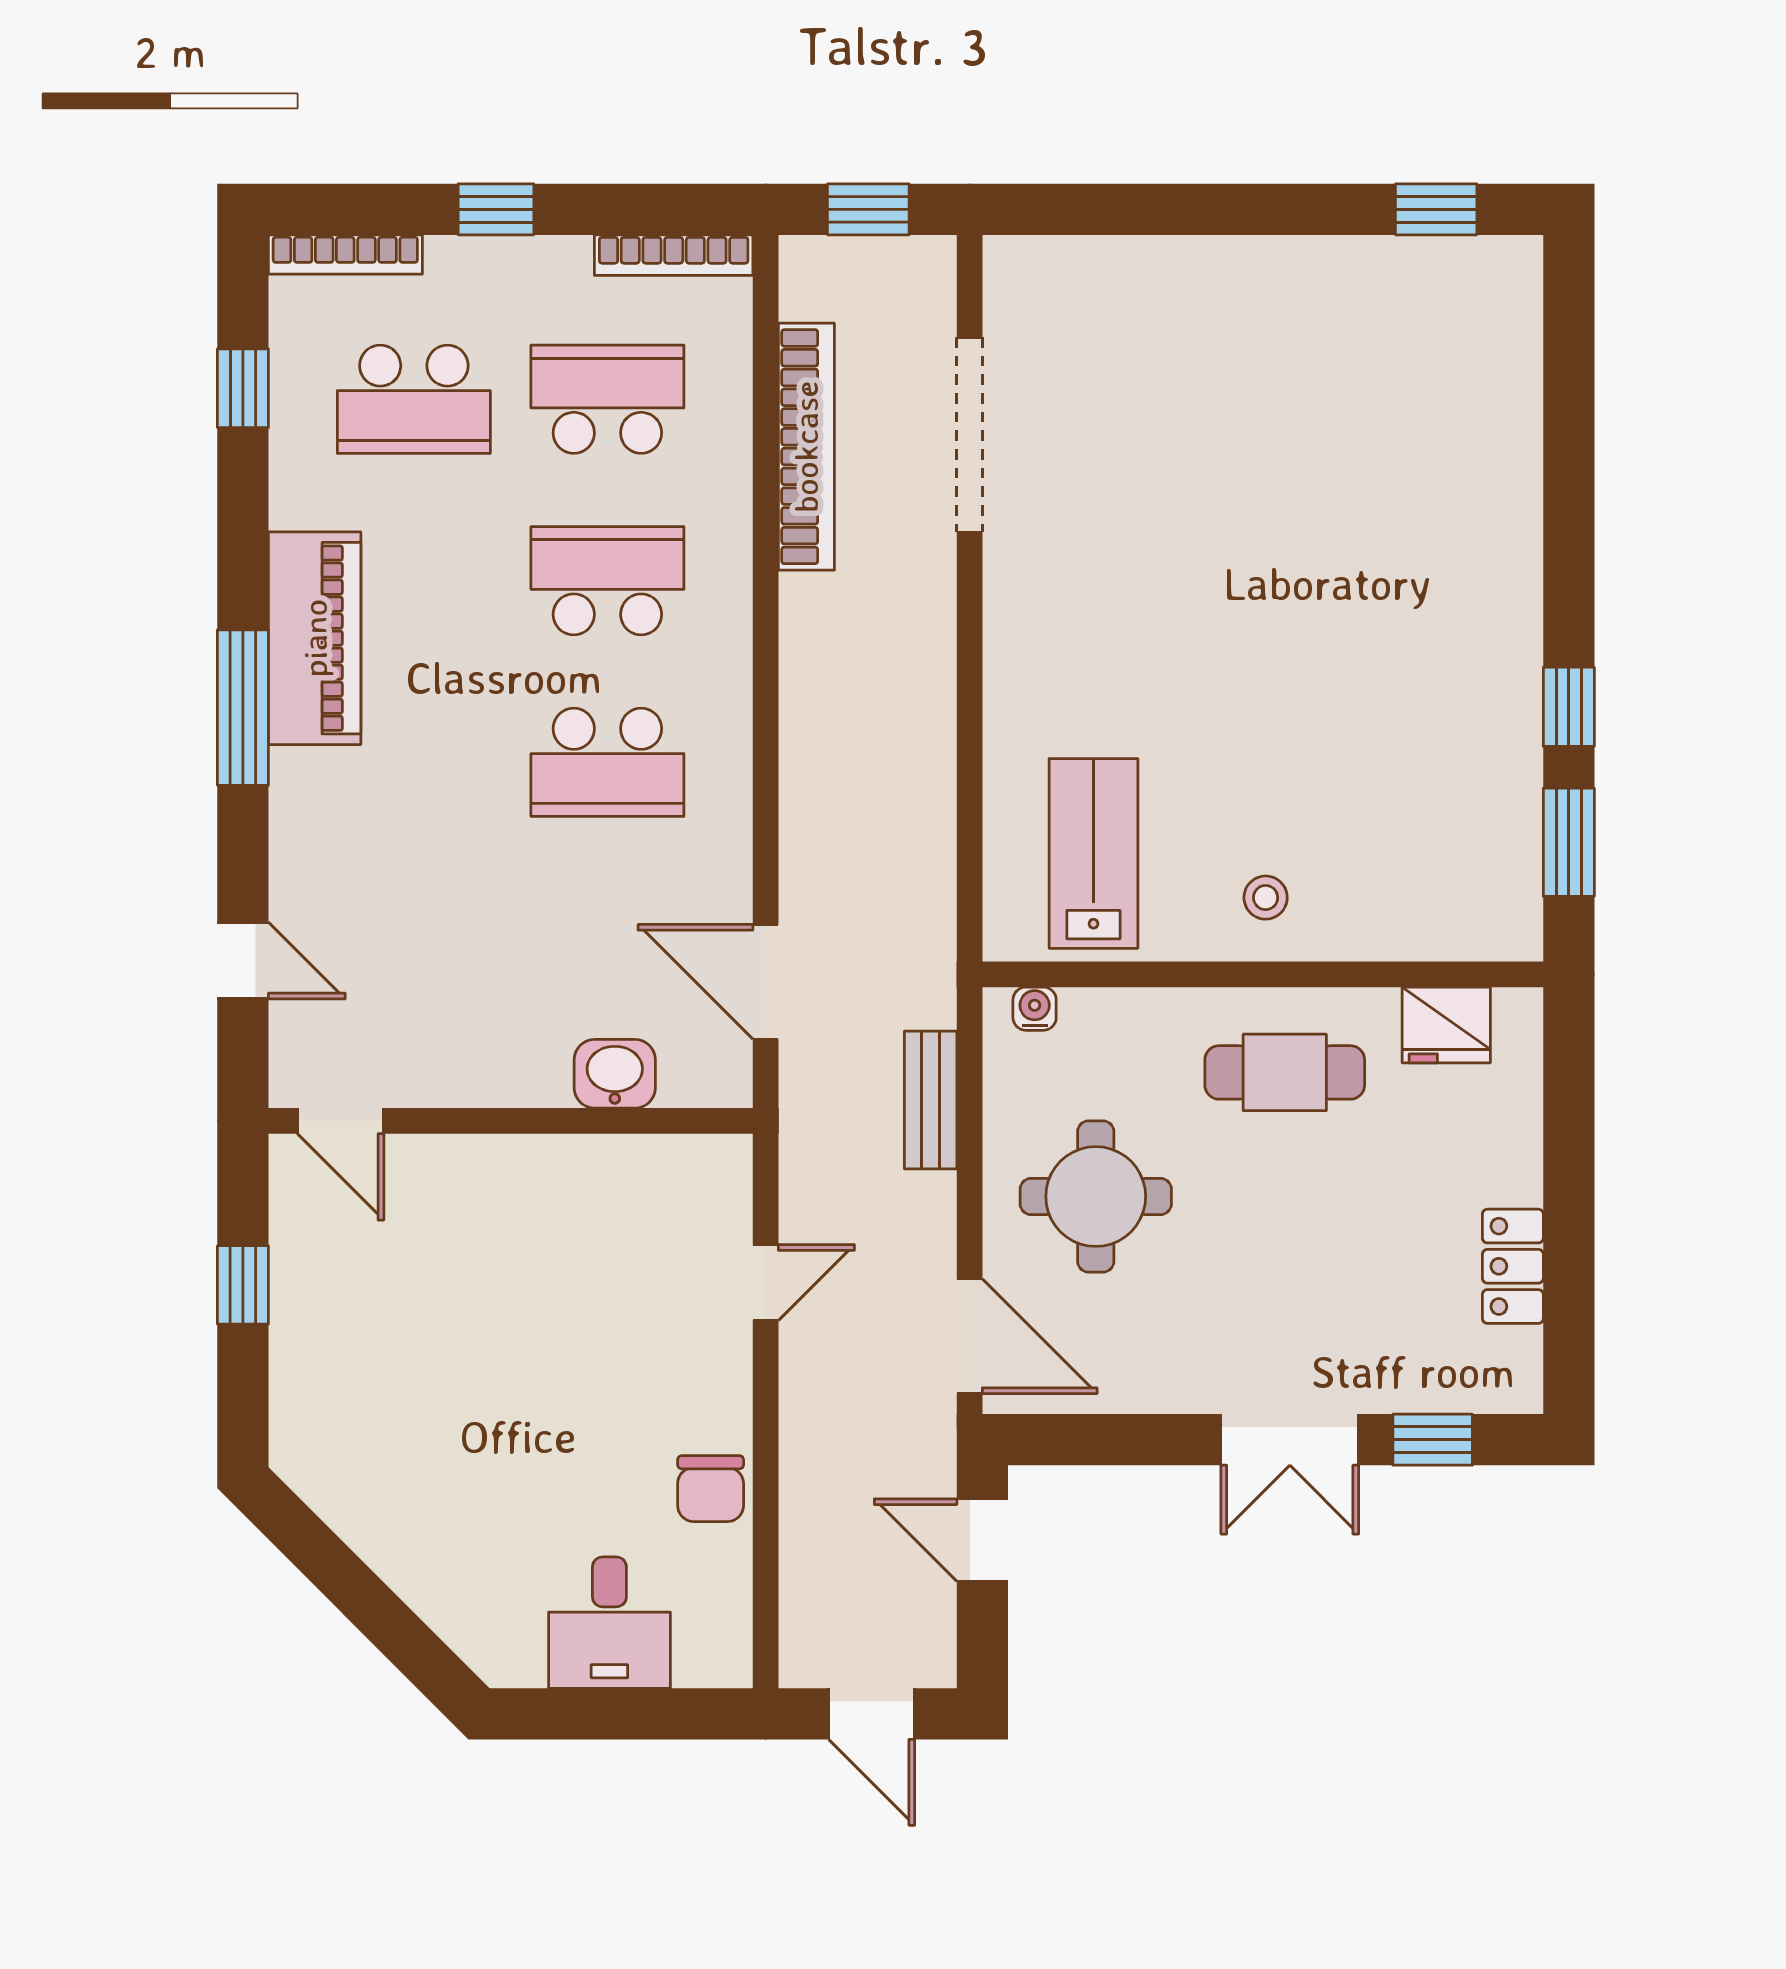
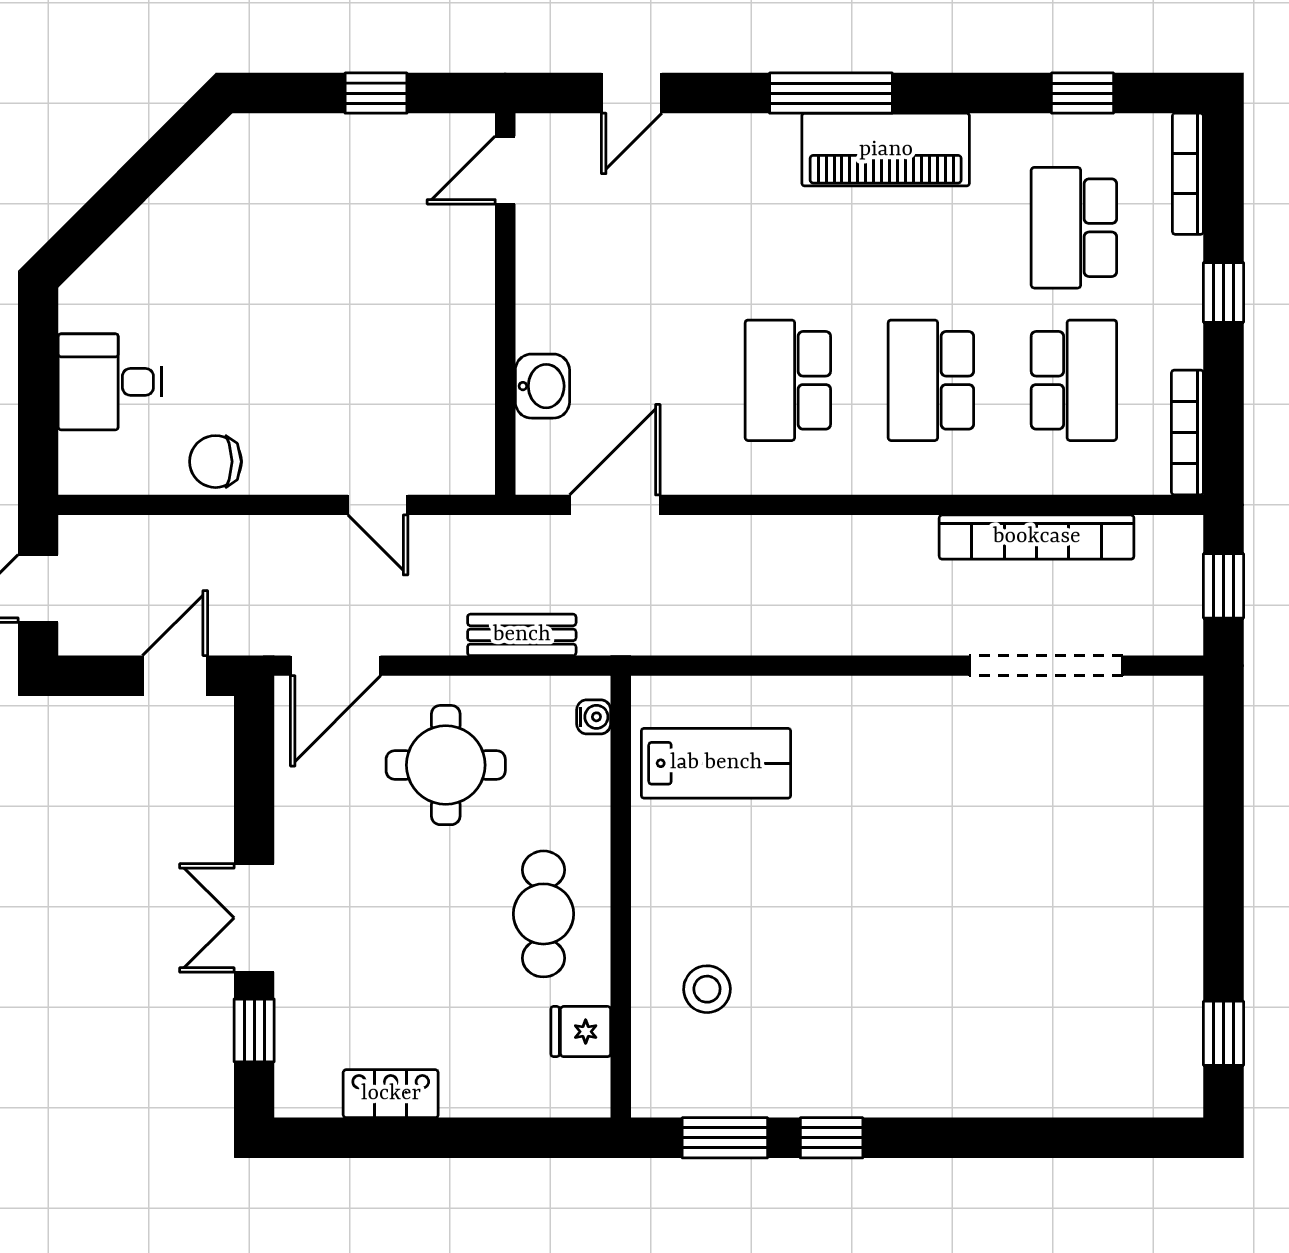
school desk: (607, 581) -> (931, 380), turned 180
stool: (1266, 898) -> (707, 989), moved, width x1.37, depth x1.37
fridge: (1446, 1025) -> (581, 1032), width x0.72

